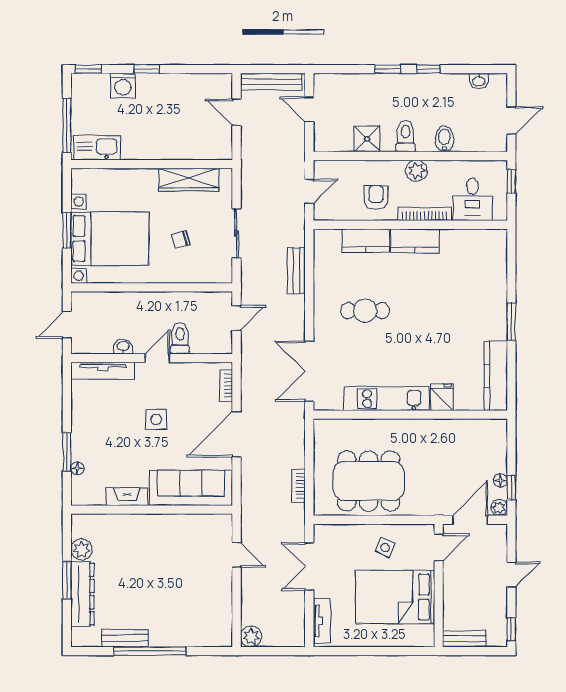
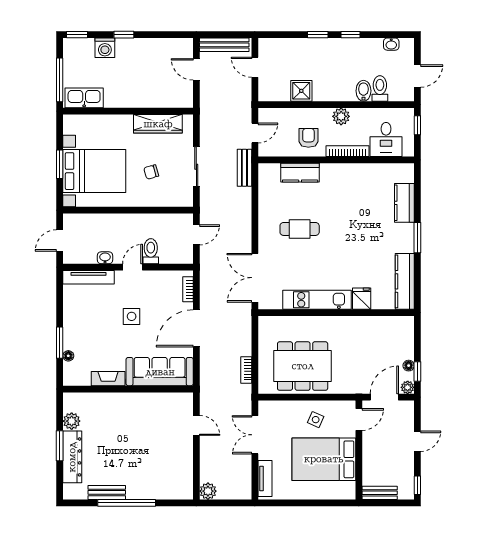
toilet: (406, 136) -> (380, 88), moved
kitchen counter: (415, 241) -> (404, 203), moved, turned 90
bench: (296, 270) -> (244, 168), moved

